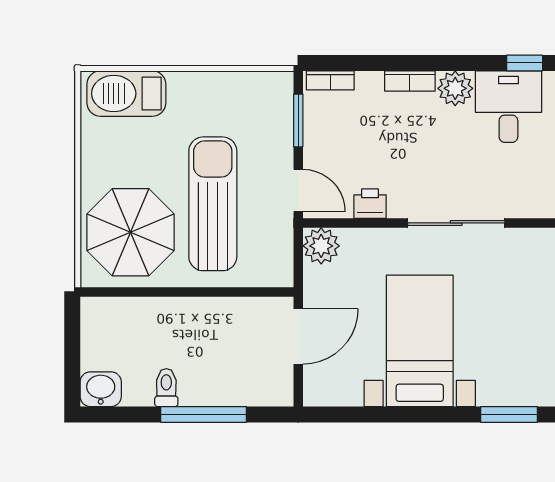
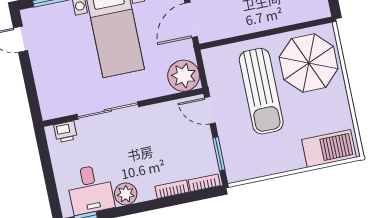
bookcase: (410, 81) -> (172, 189), moved
printer: (370, 204) -> (65, 132), moved
plant: (321, 246) -> (184, 76), width x1.36, depth x1.36

